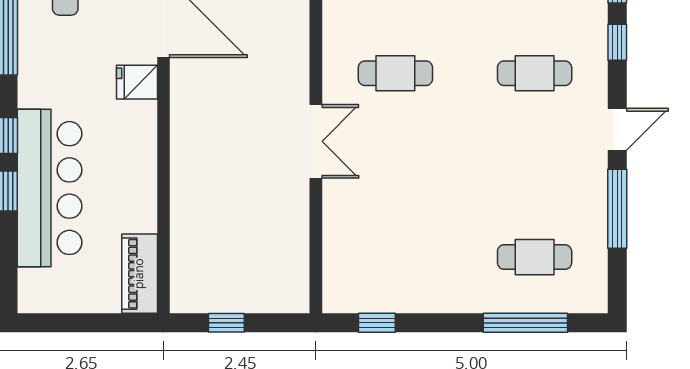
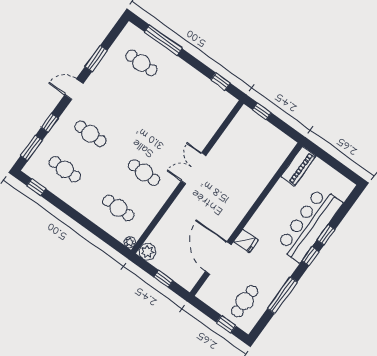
window: (617, 209) -> (96, 59), width x0.69
window: (226, 323) -> (262, 111), moved

